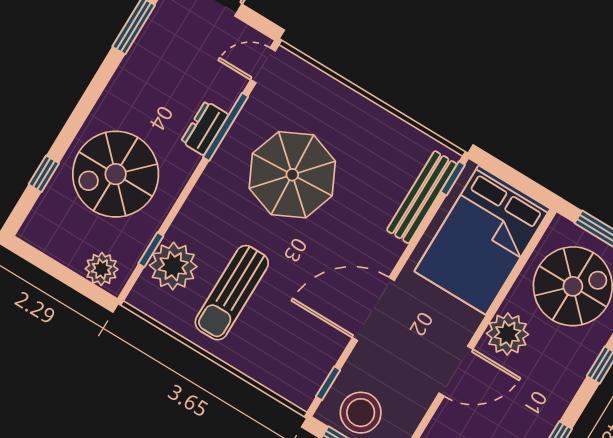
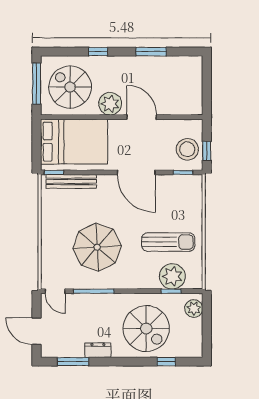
dresser: (205, 128) -> (98, 350), moved, turned 180

